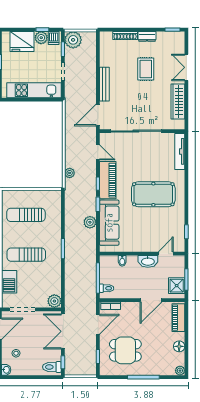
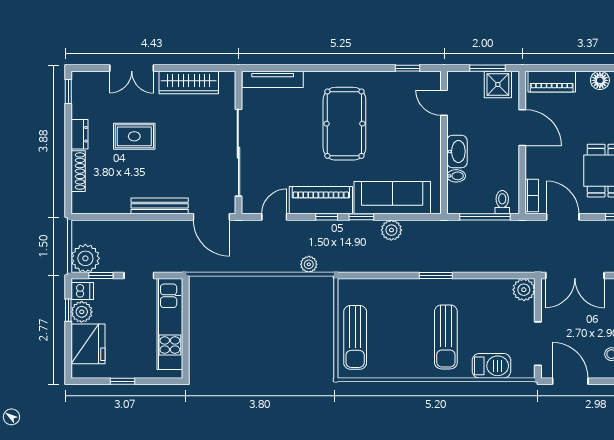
sun lounger: (26, 215) -> (355, 337), moved
washbasin: (148, 261) -> (457, 152), moved

